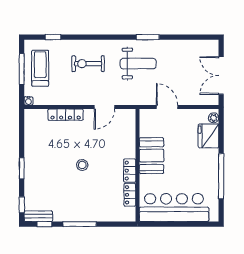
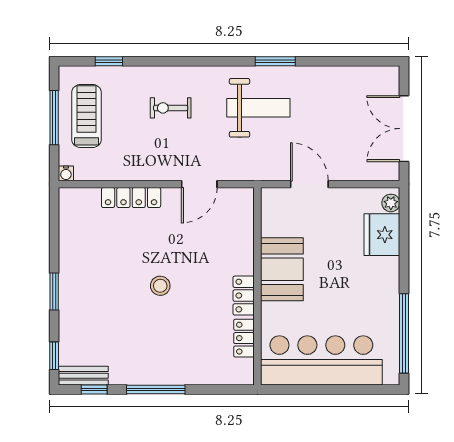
exercise bike: (88, 64) -> (171, 108), width x0.73, depth x0.72
window: (221, 176) -> (404, 333), moved

